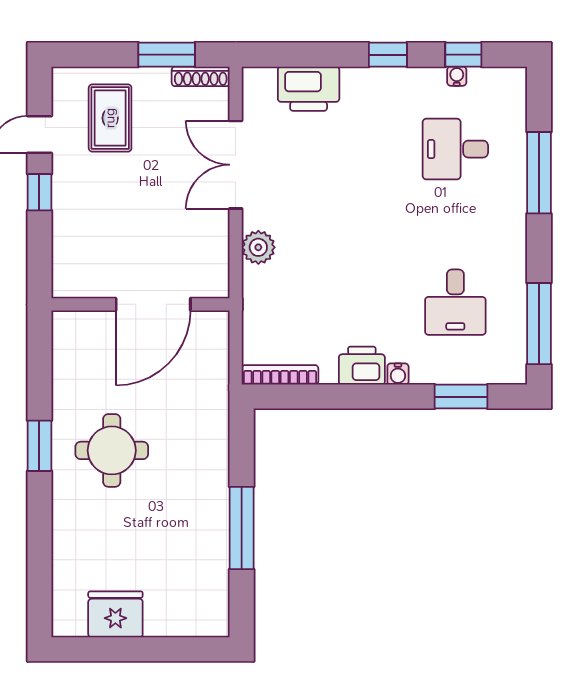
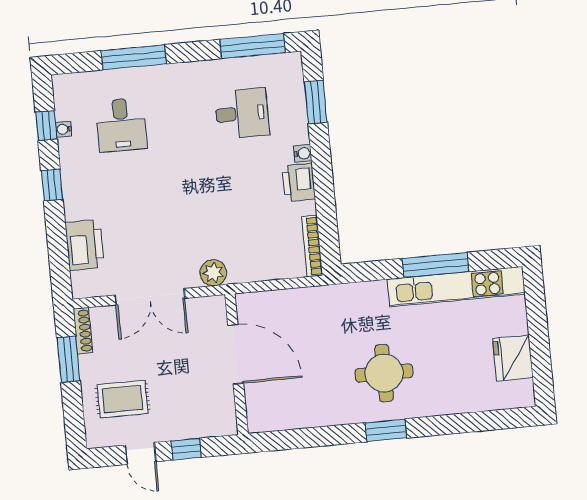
wall: (141, 304) -> (237, 364), moved
door: (153, 304) -> (236, 354), moved
kitchen unit: (212, 551) -> (456, 287), added

